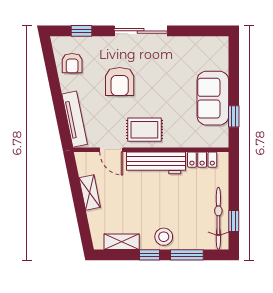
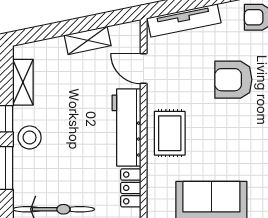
rug: (144, 130) -> (170, 133), moved
door: (111, 150) -> (144, 69), hinge flipped

